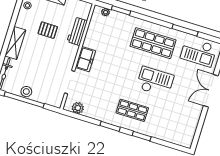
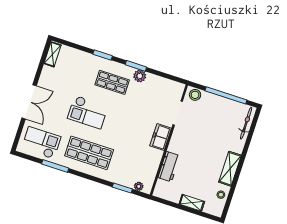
pallet: (48, 30) -> (200, 168), removed
shelving: (15, 43) -> (230, 169), moved
stool: (26, 92) -> (195, 95), moved
plant: (78, 108) -> (140, 76), moved
shelving: (189, 136) -> (52, 54), added

